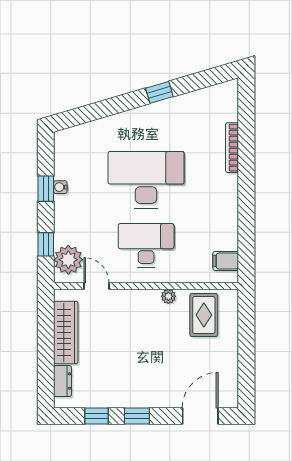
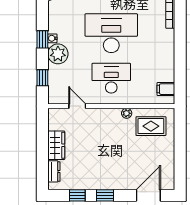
plant: (68, 260) -> (58, 54), moved
rug: (204, 315) -> (151, 126), turned 90
wardrobe: (66, 332) -> (56, 145), width x0.67

